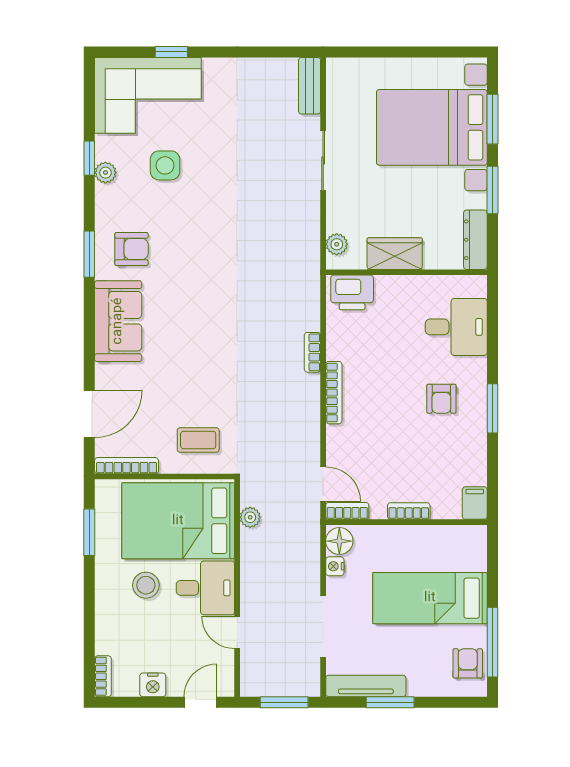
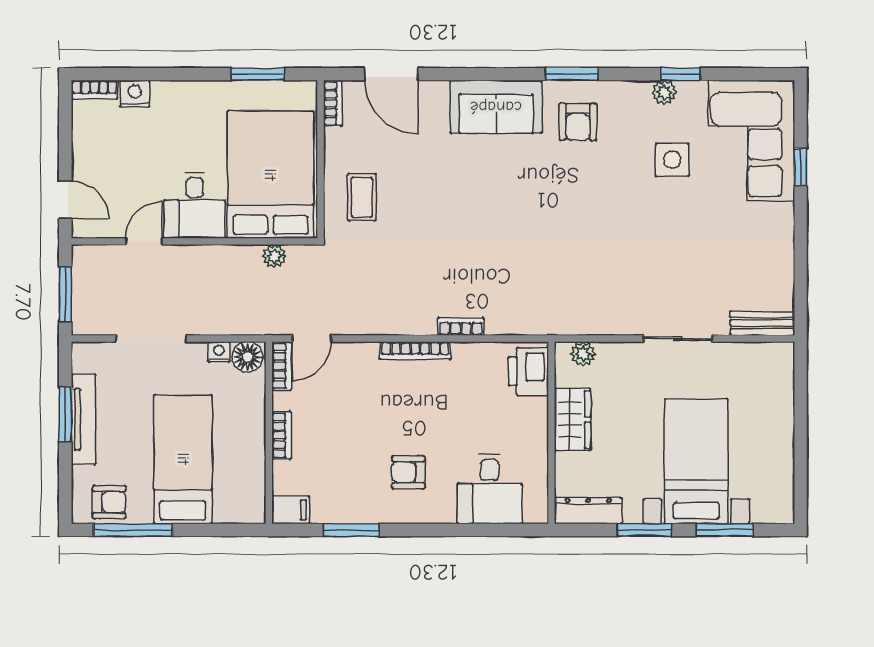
bed with nightstands: (432, 127) -> (696, 461), width x0.73
window: (492, 408) -> (351, 530), moved
bookcase: (127, 466) -> (333, 103), width x0.64
stool: (146, 585) -> (198, 138), removed
nightstand: (153, 685) -> (135, 94), moved, turned 90
tv unit: (366, 686) -> (84, 419), moved

